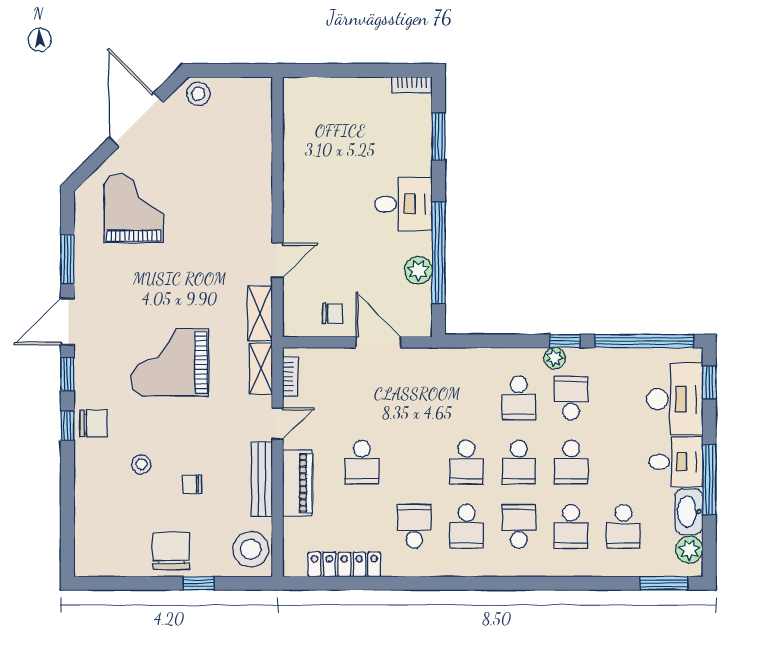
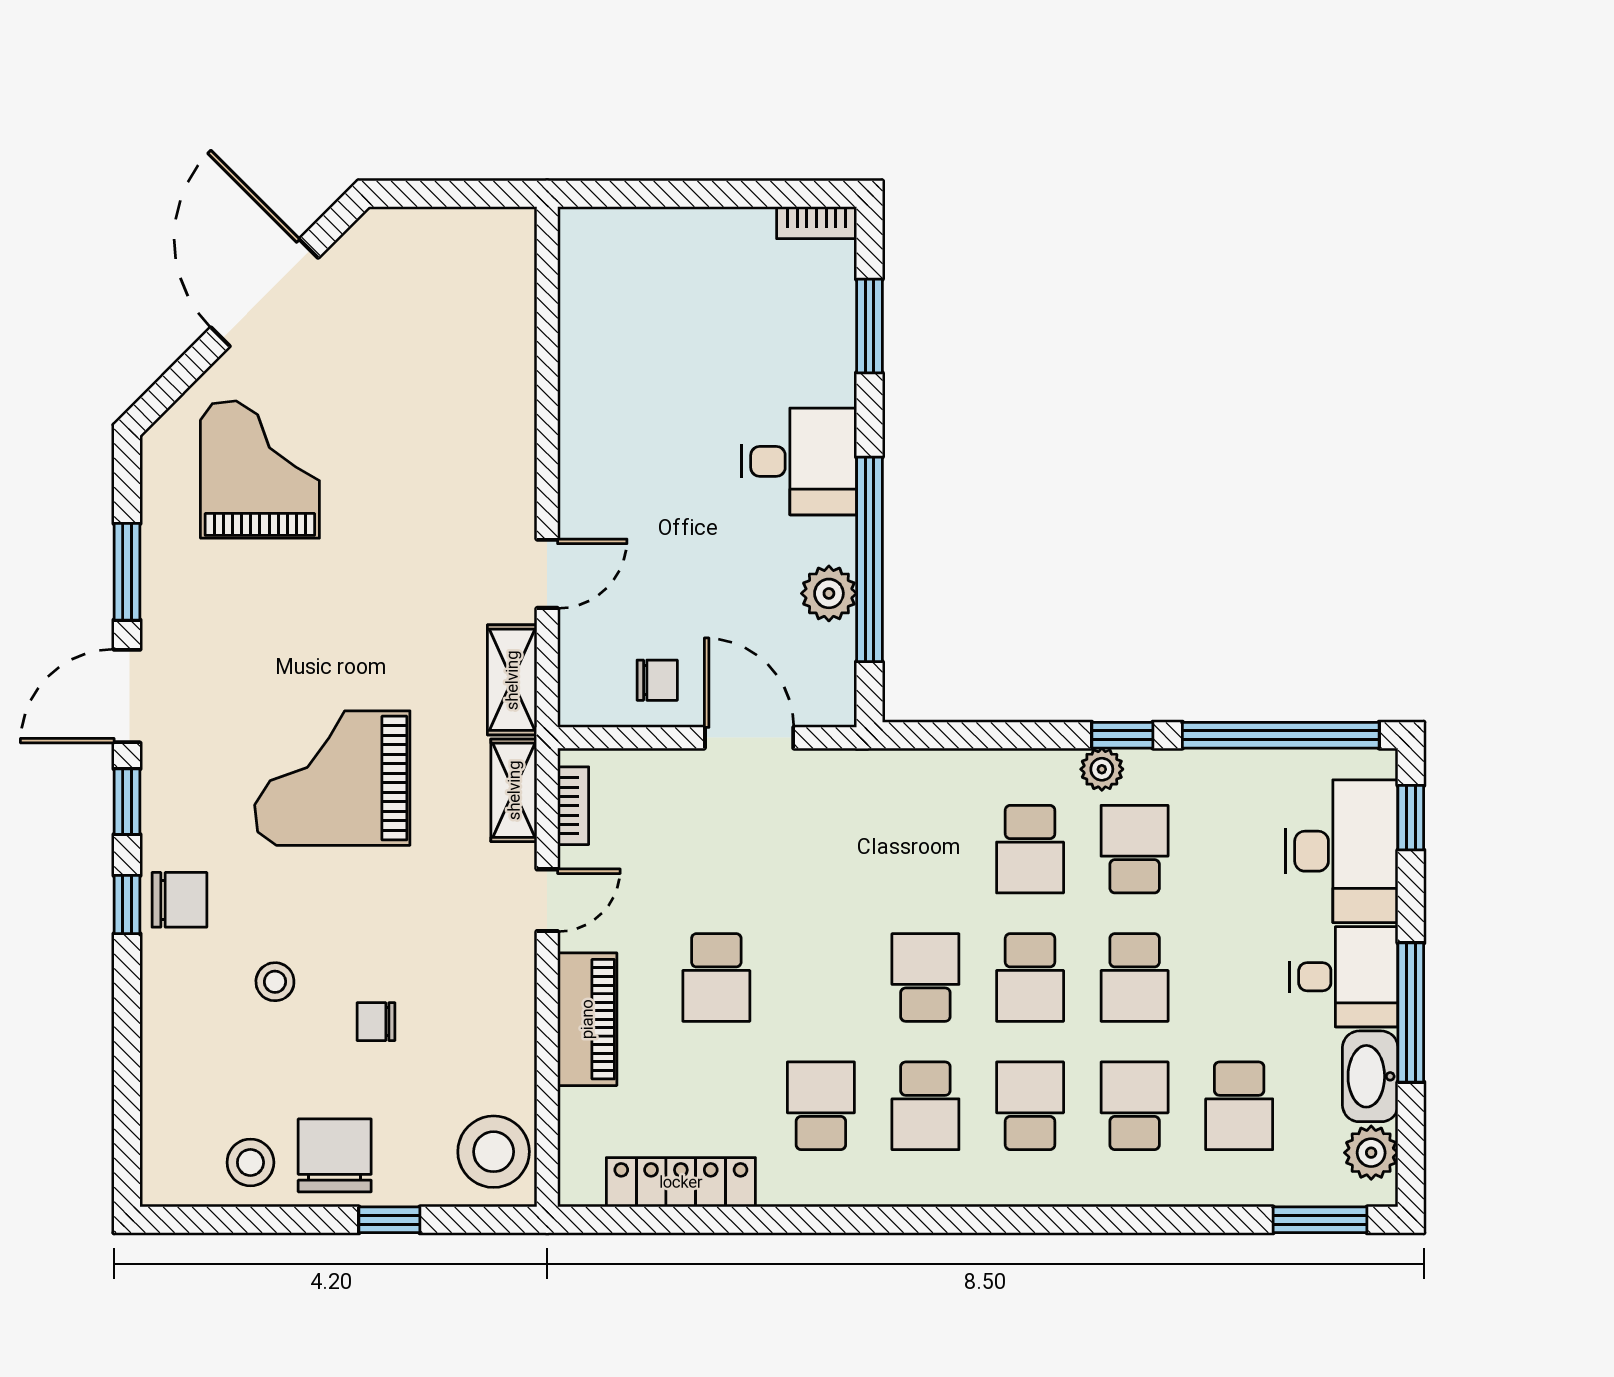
stool: (198, 94) -> (250, 1162), moved
school desk: (467, 462) -> (925, 977), turned 180
bench: (262, 479) -> (516, 1011), removed
school desk: (571, 526) -> (1135, 1106), turned 180

